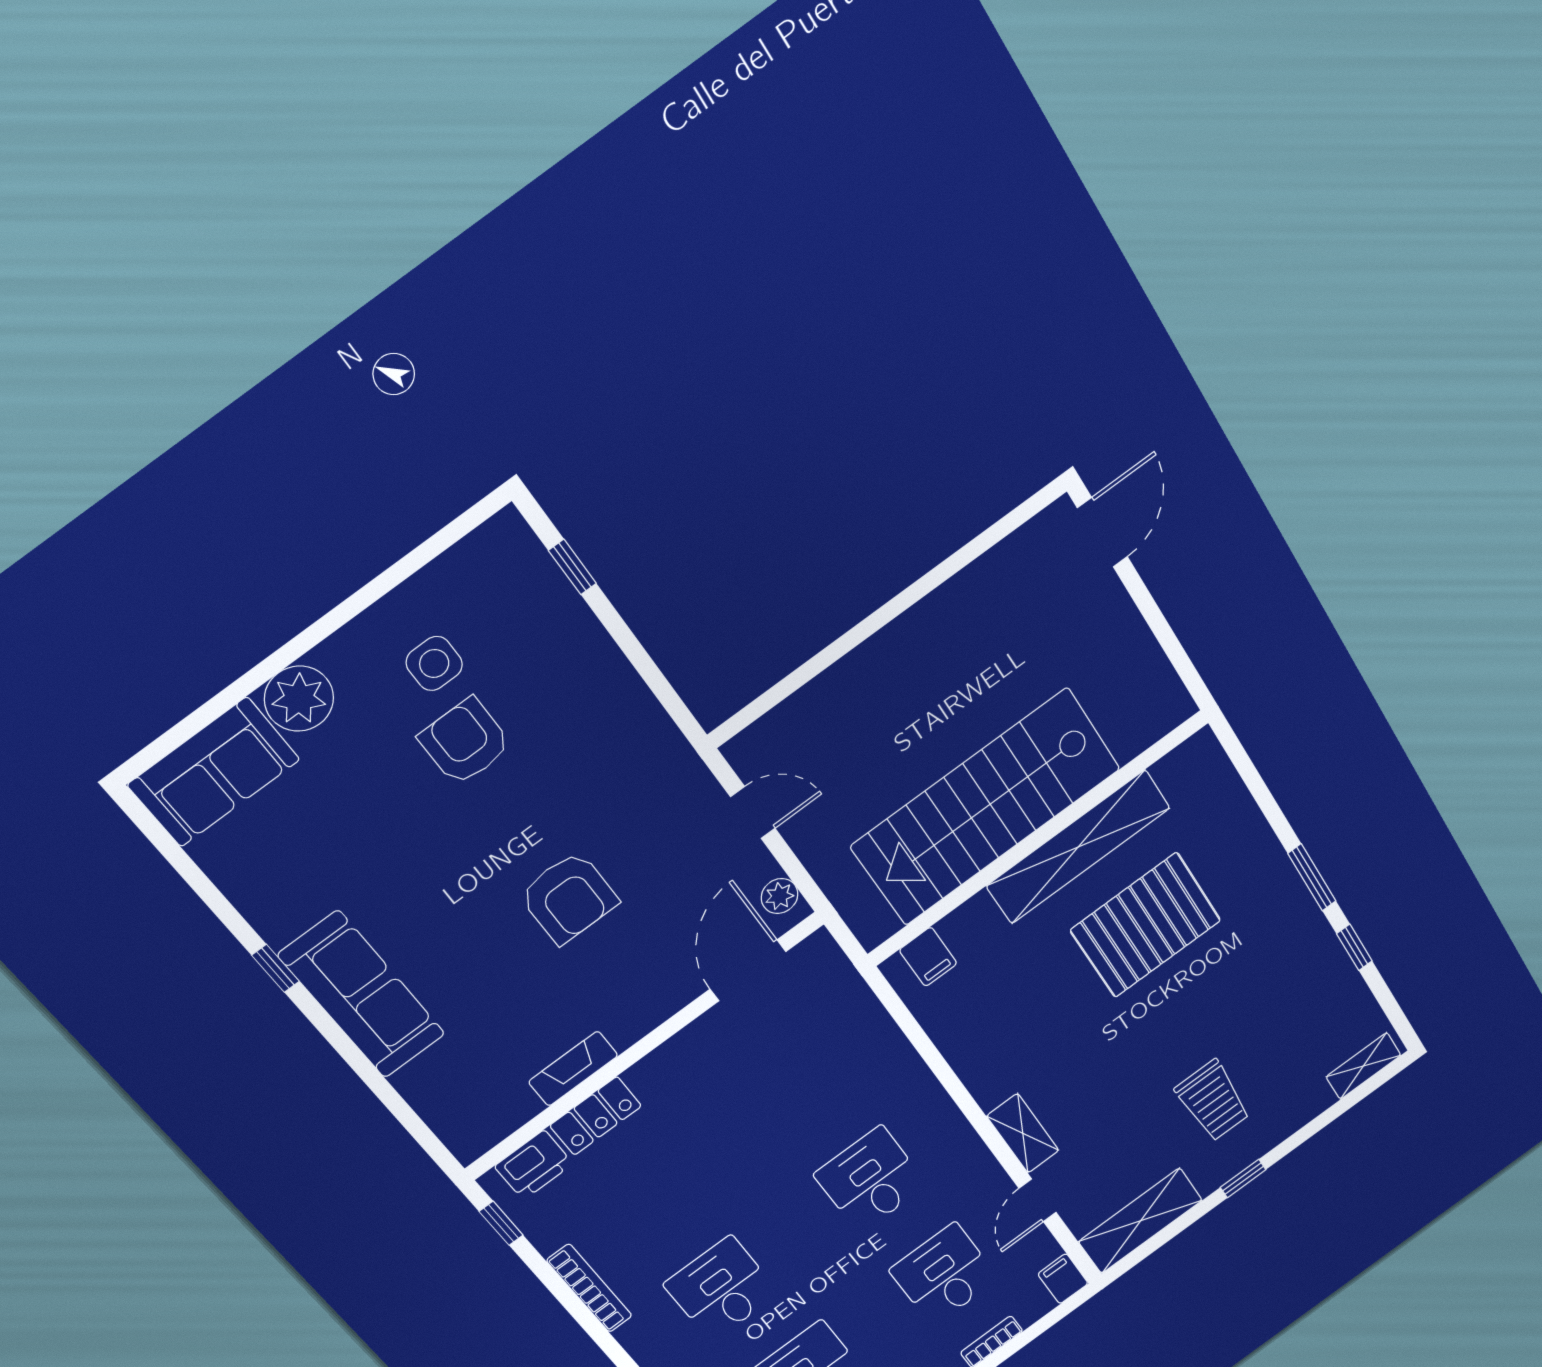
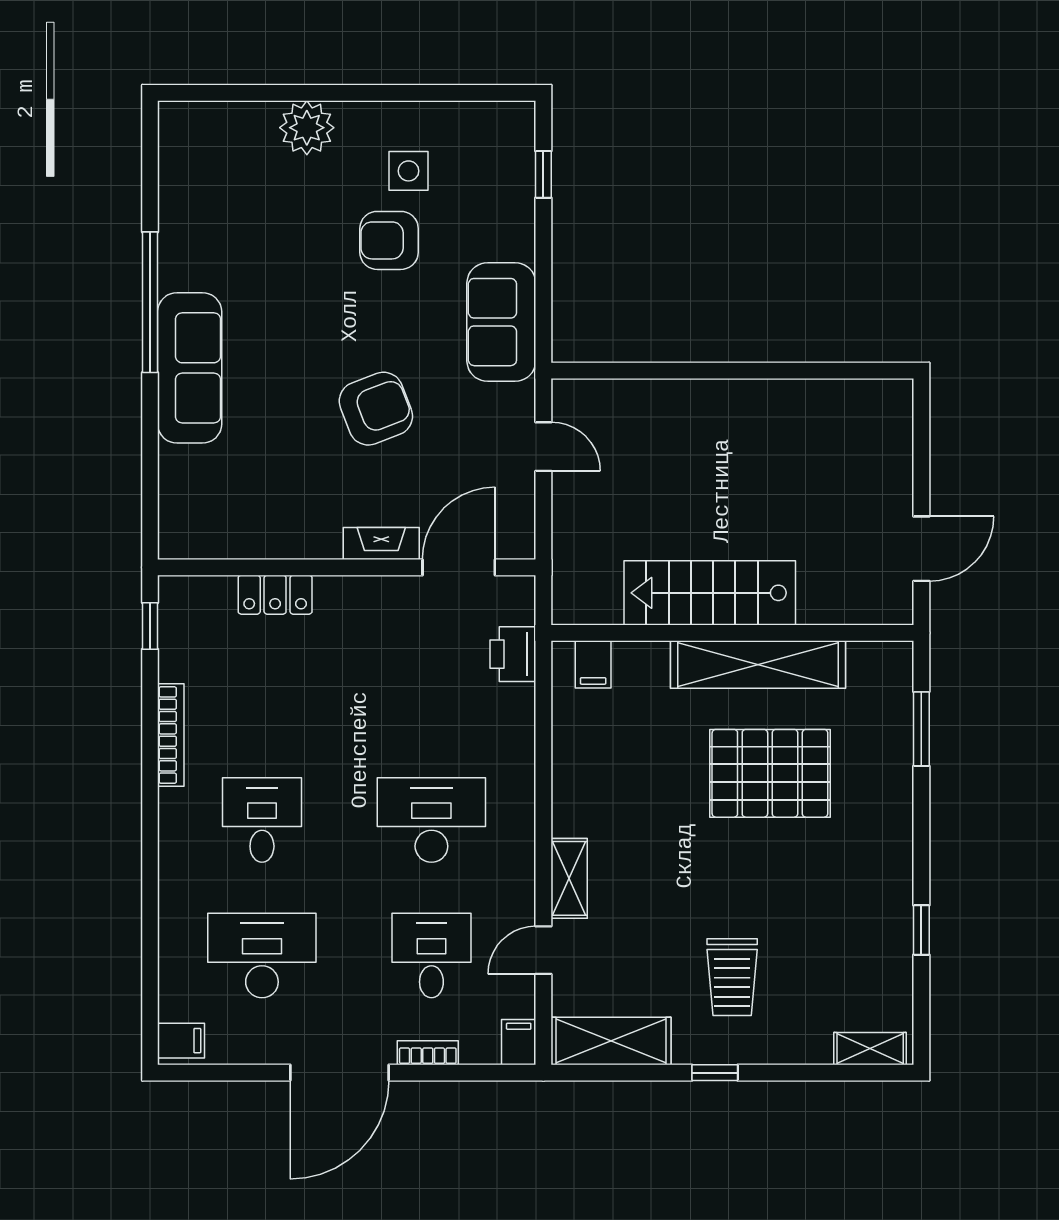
door: (1103, 532) -> (921, 549), moved
armchair: (465, 742) -> (389, 240), turned -90
sofa: (214, 772) -> (501, 322), moved, turned 90
stairs: (986, 807) -> (710, 593), width x0.73, depth x0.66
window: (1312, 877) -> (921, 729), moved
plant: (780, 896) -> (519, 527), removed
armchair: (569, 898) -> (376, 409), turned -111
window: (275, 968) -> (150, 302), width x3.17
fireplace: (573, 1069) -> (381, 543), moved
printer: (534, 1165) -> (513, 654), moved, turned 90
desk: (871, 1180) -> (431, 820), width x1.37

